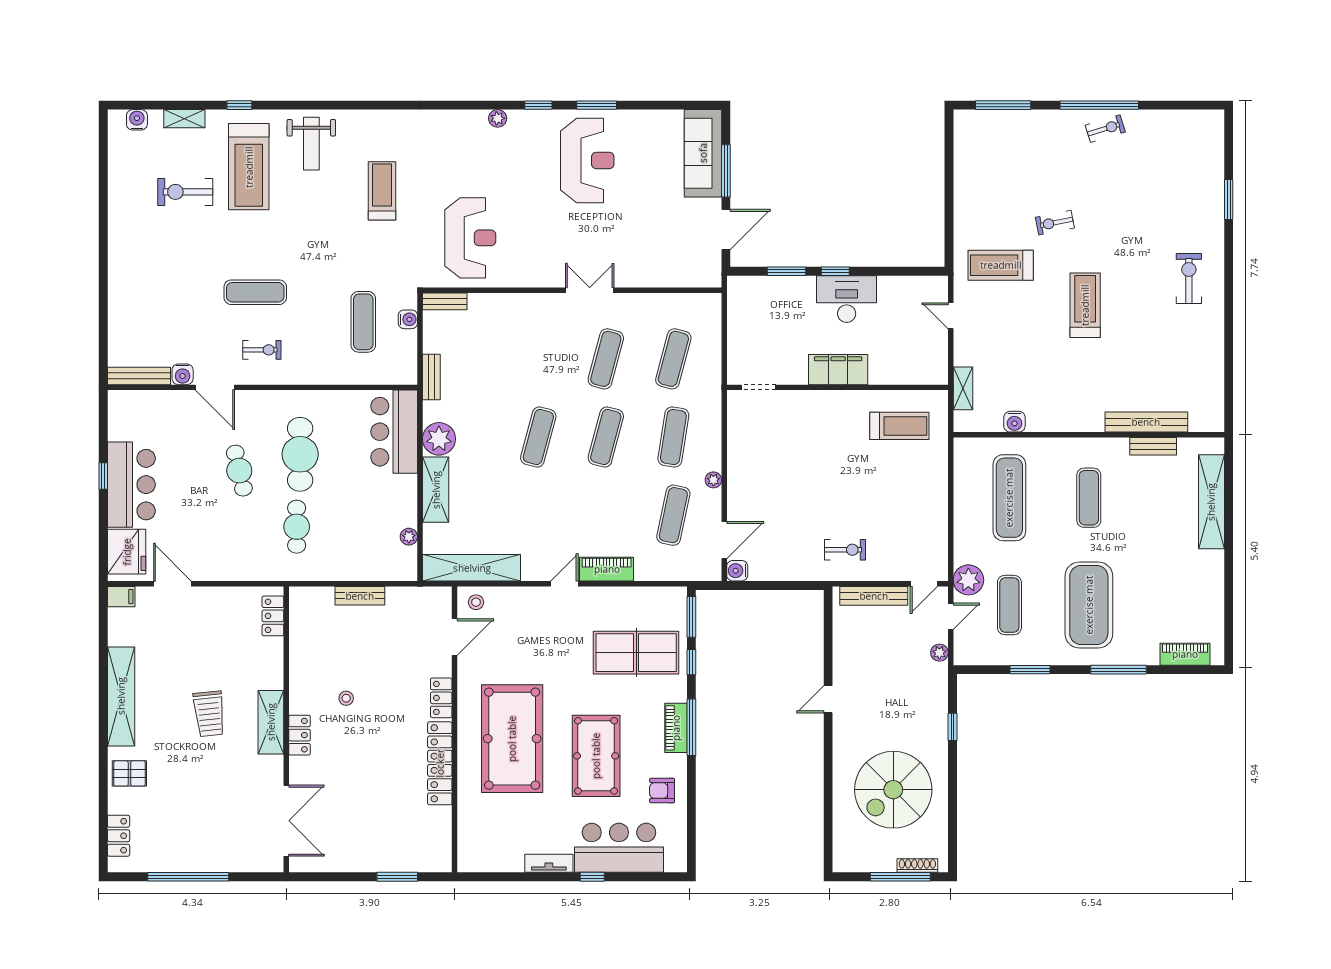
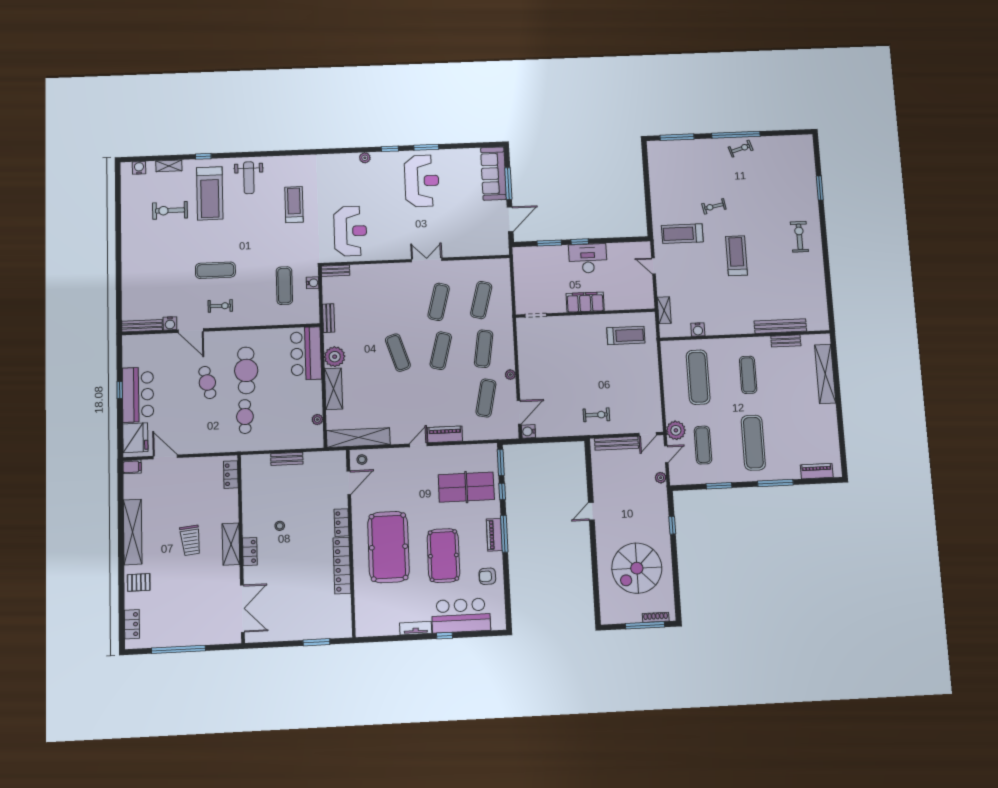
exercise mat: (538, 437) -> (398, 353), turned -33
exercise mat: (1089, 605) -> (753, 443), width x0.68

